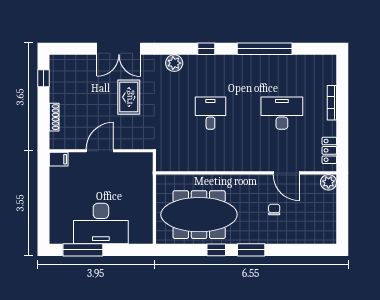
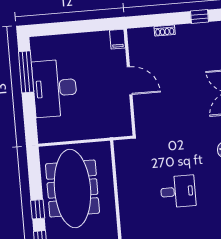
rug: (129, 97) -> (187, 106), removed
shoe rack: (54, 117) -> (165, 31), width x0.70

